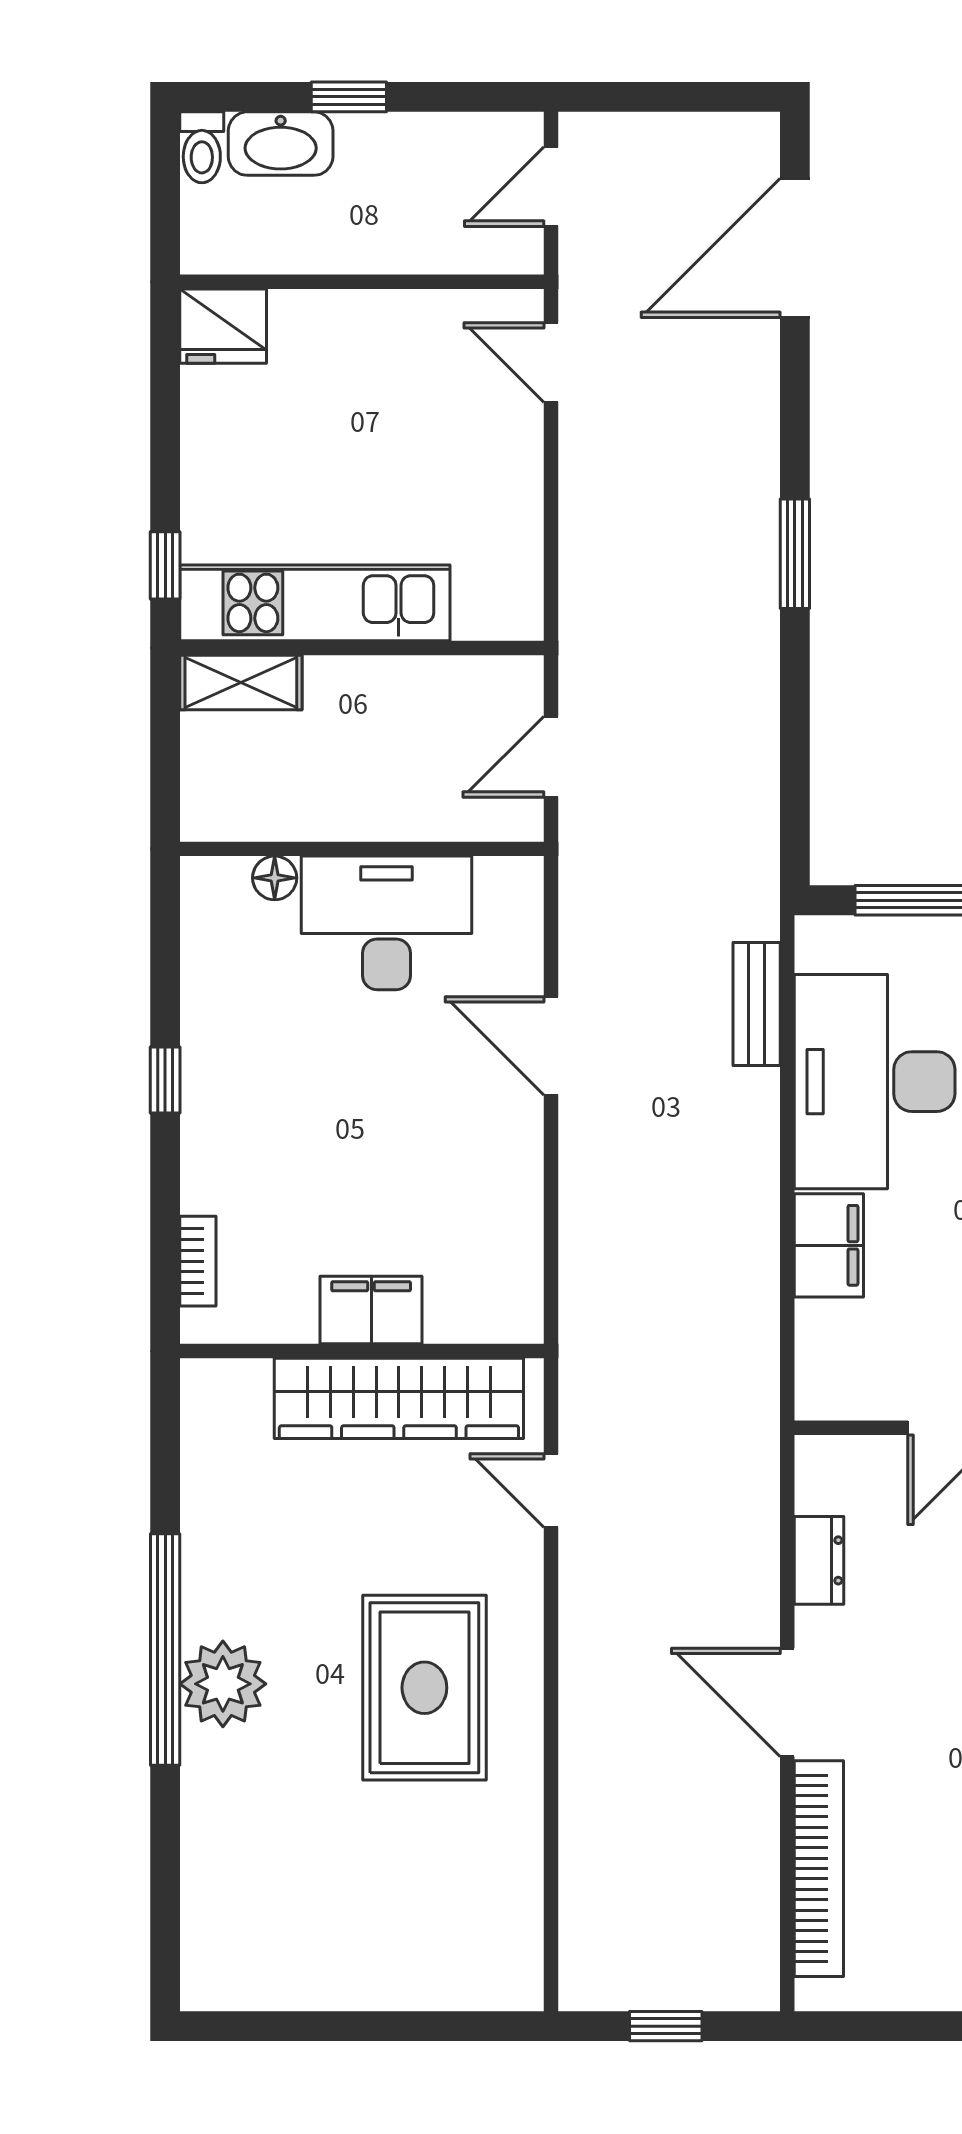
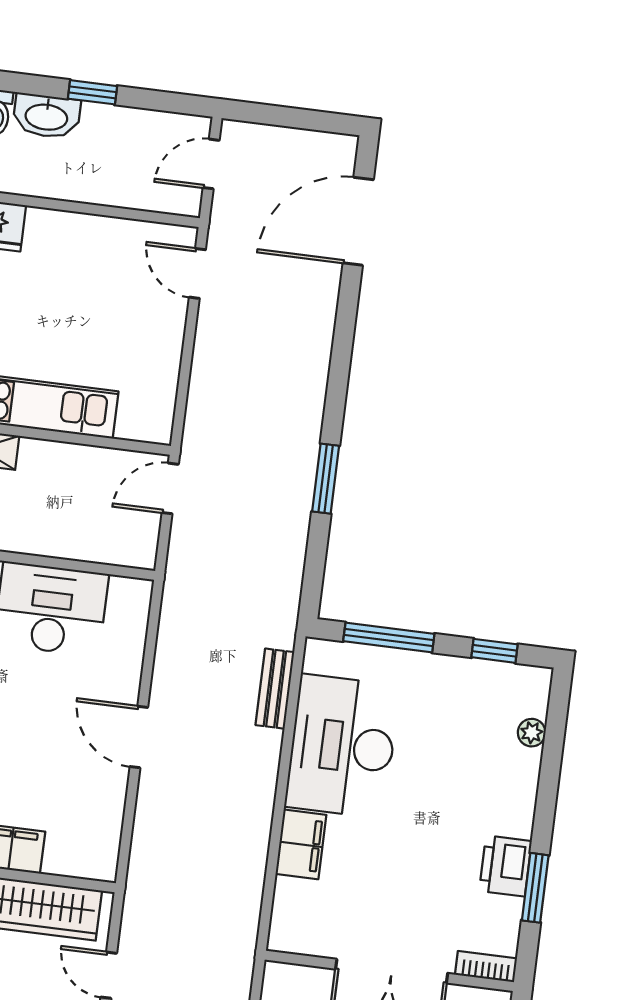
window: (795, 554) -> (326, 479), moved
door: (551, 757) -> (170, 488), moved
door: (551, 1046) -> (139, 737), moved

